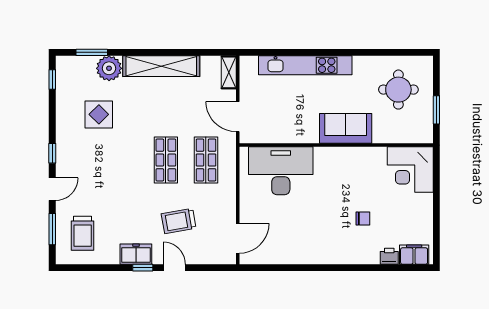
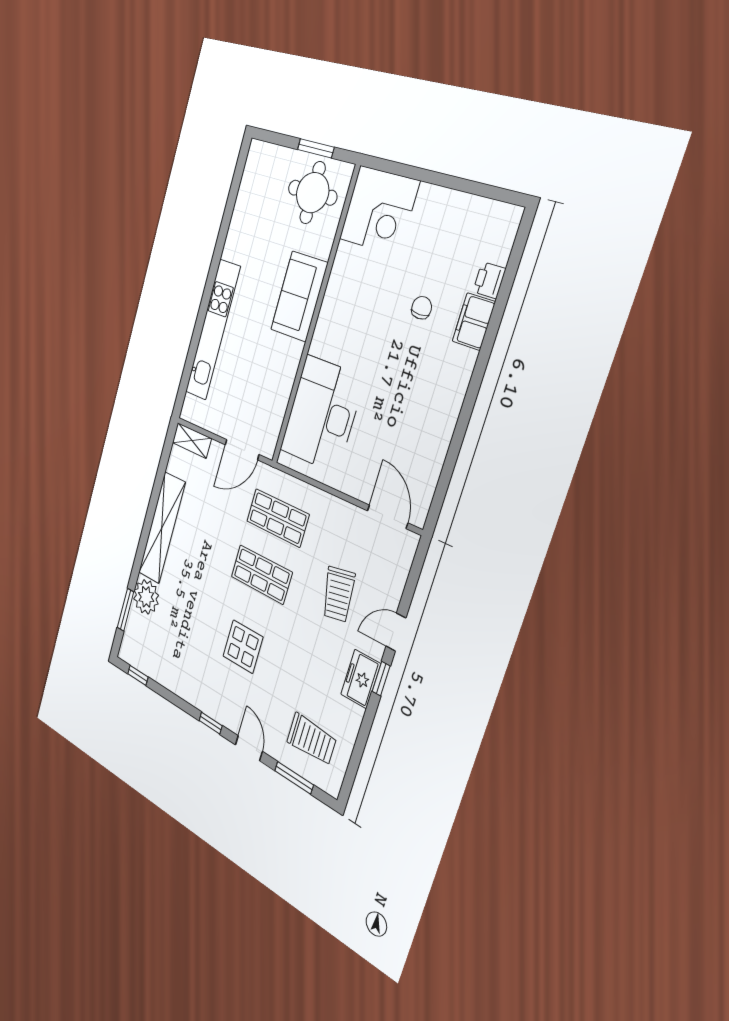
round table: (398, 90) -> (313, 193), moved
display table: (99, 114) -> (243, 647), moved
filing cabinet: (414, 255) -> (474, 322), moved

